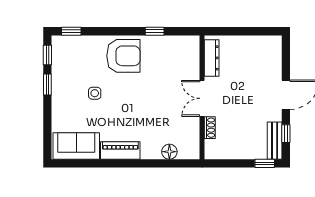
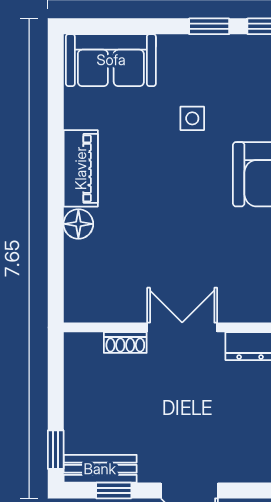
sofa: (76, 146) -> (111, 60), moved, turned 90
floor lamp: (169, 152) -> (78, 224), moved

